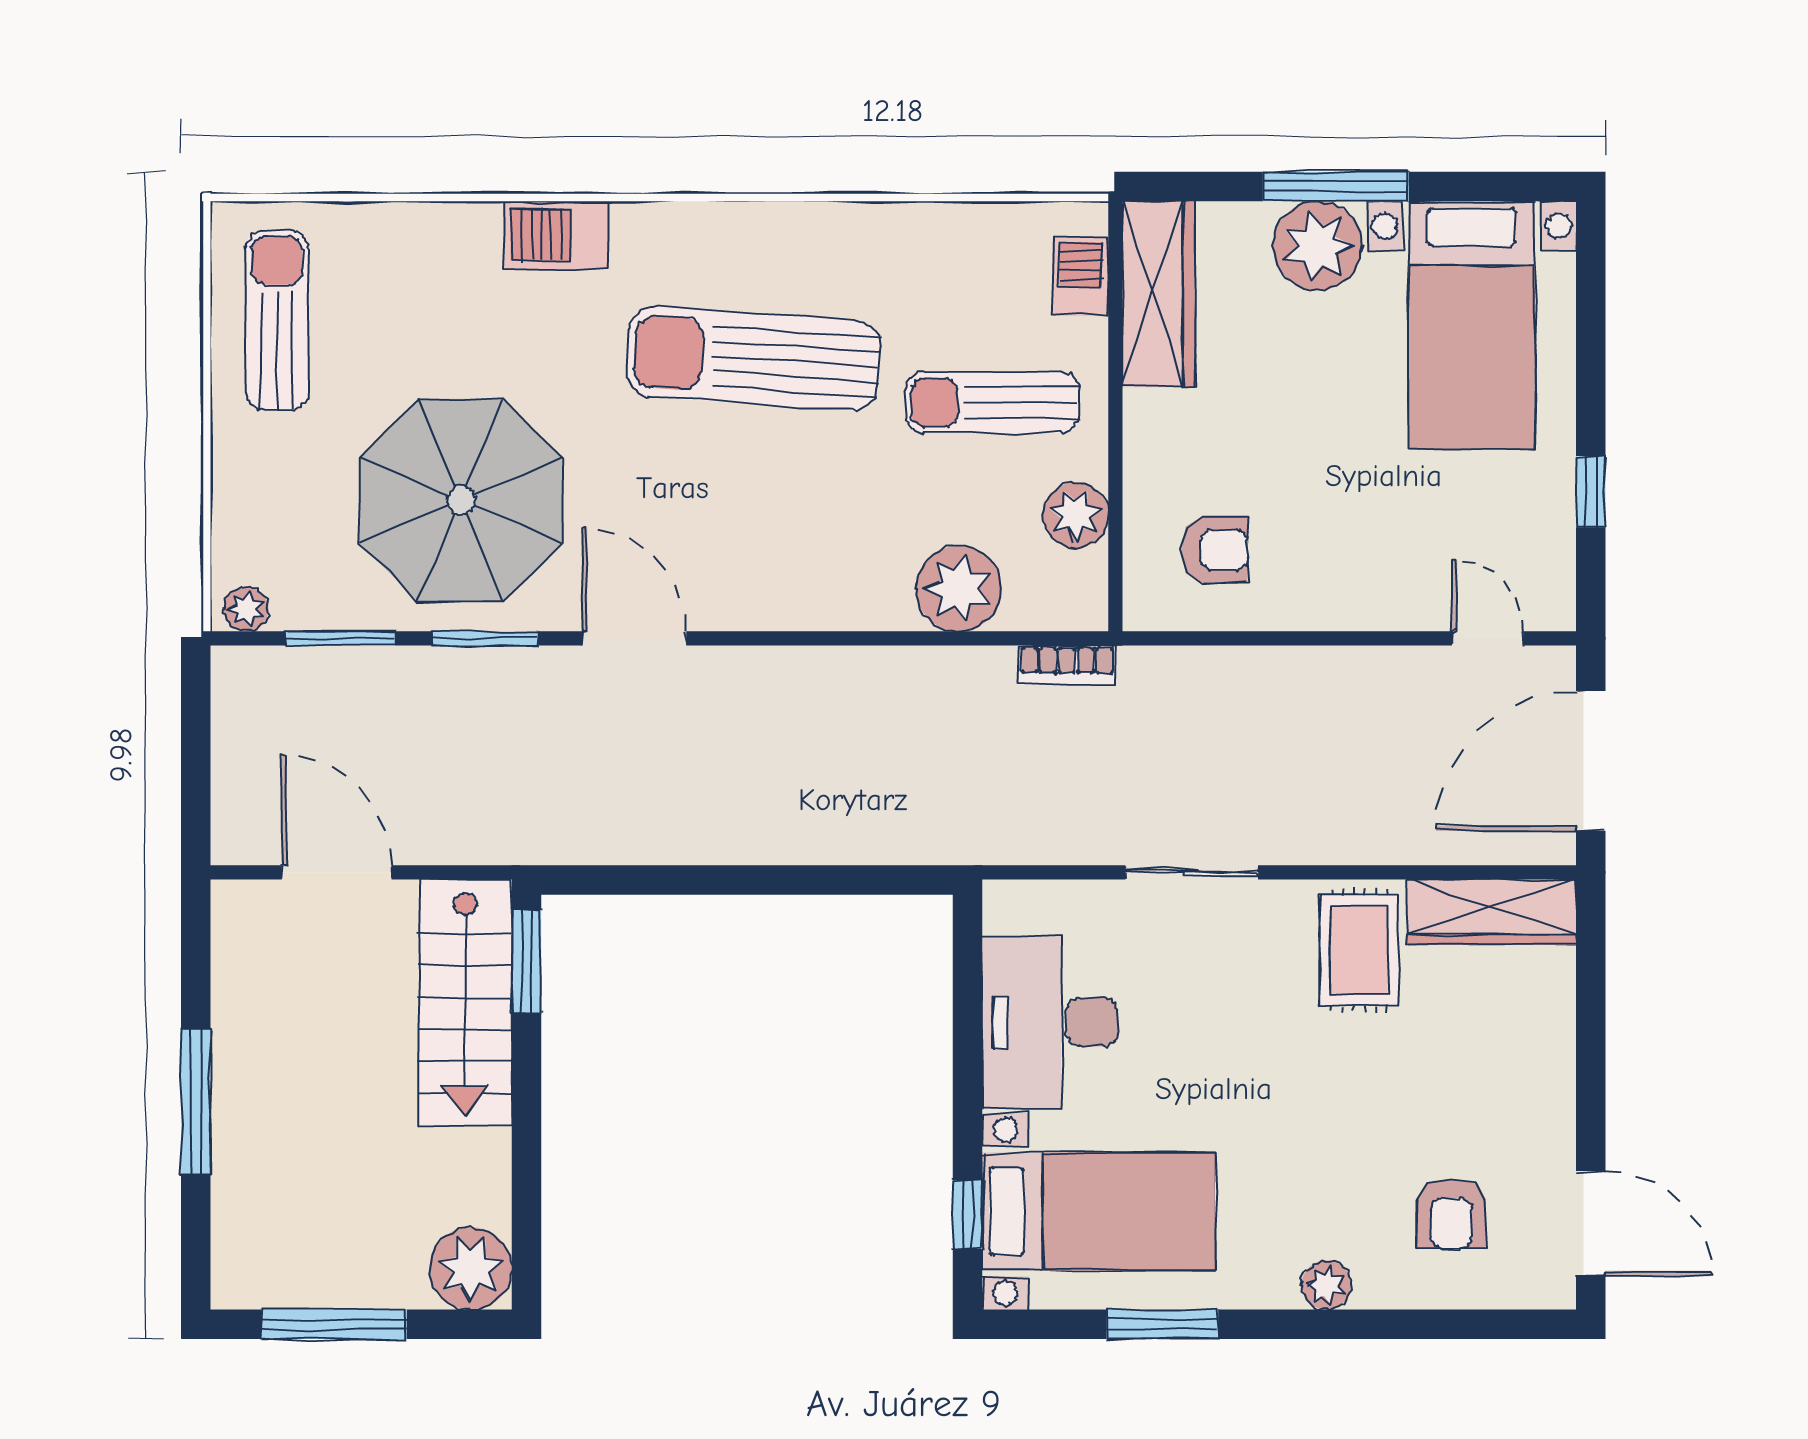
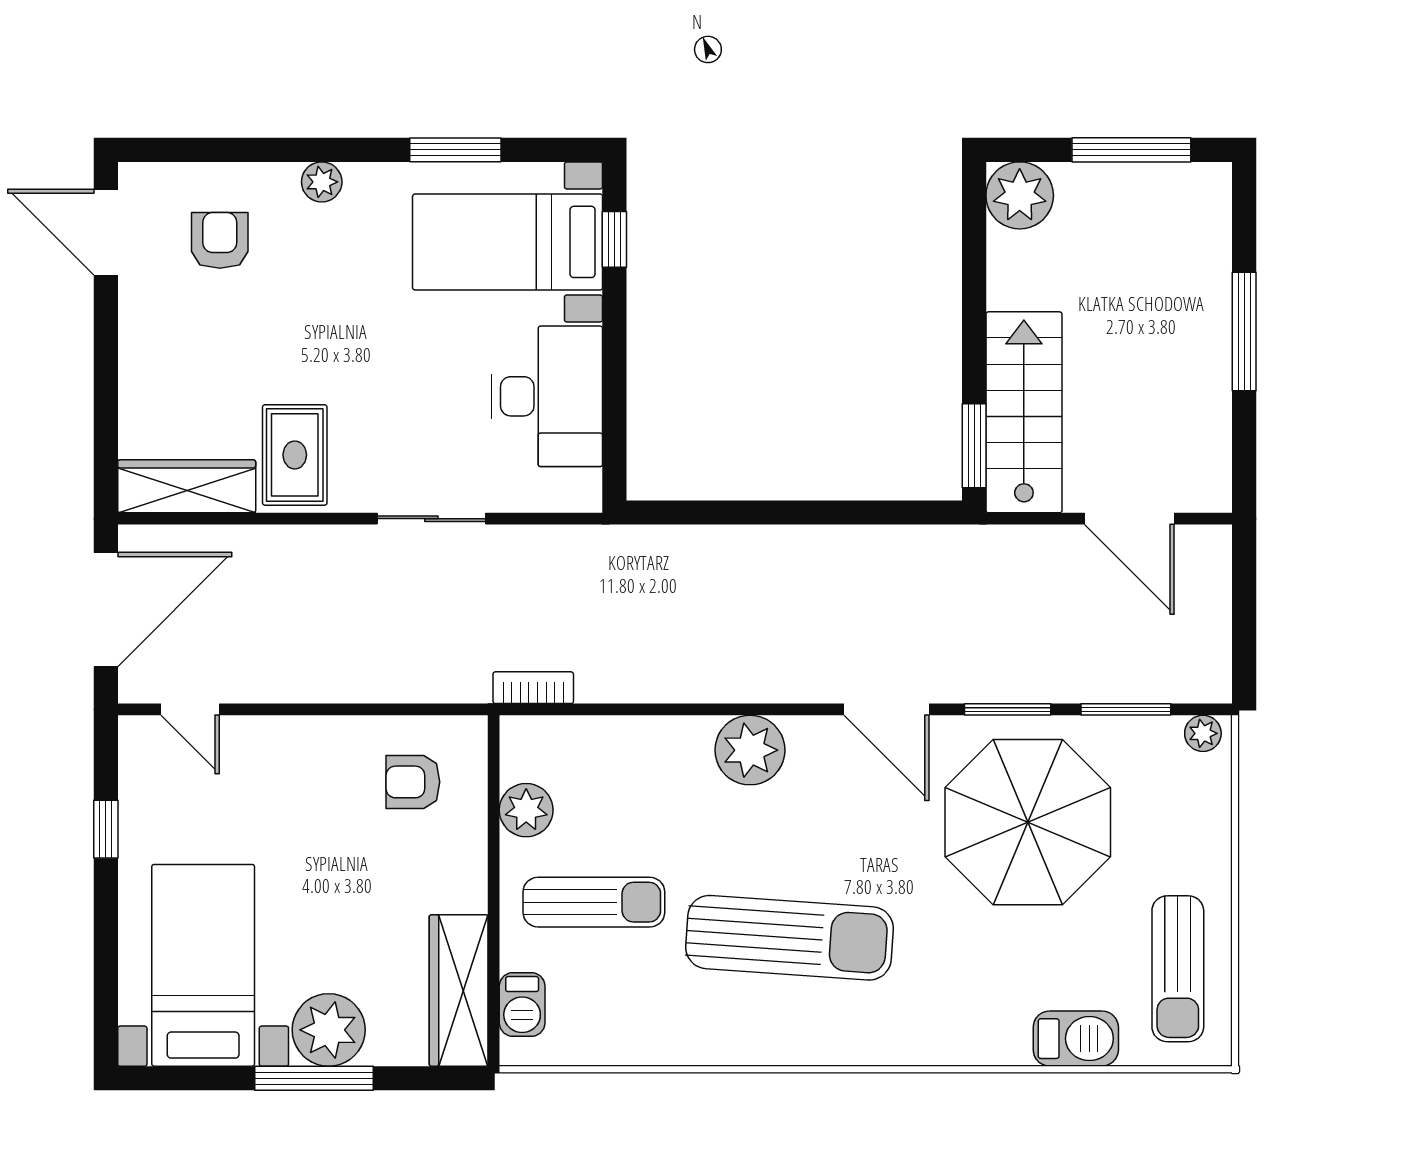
barbecue: (556, 235) -> (1076, 1039), moved
plant: (959, 589) -> (750, 750), moved

